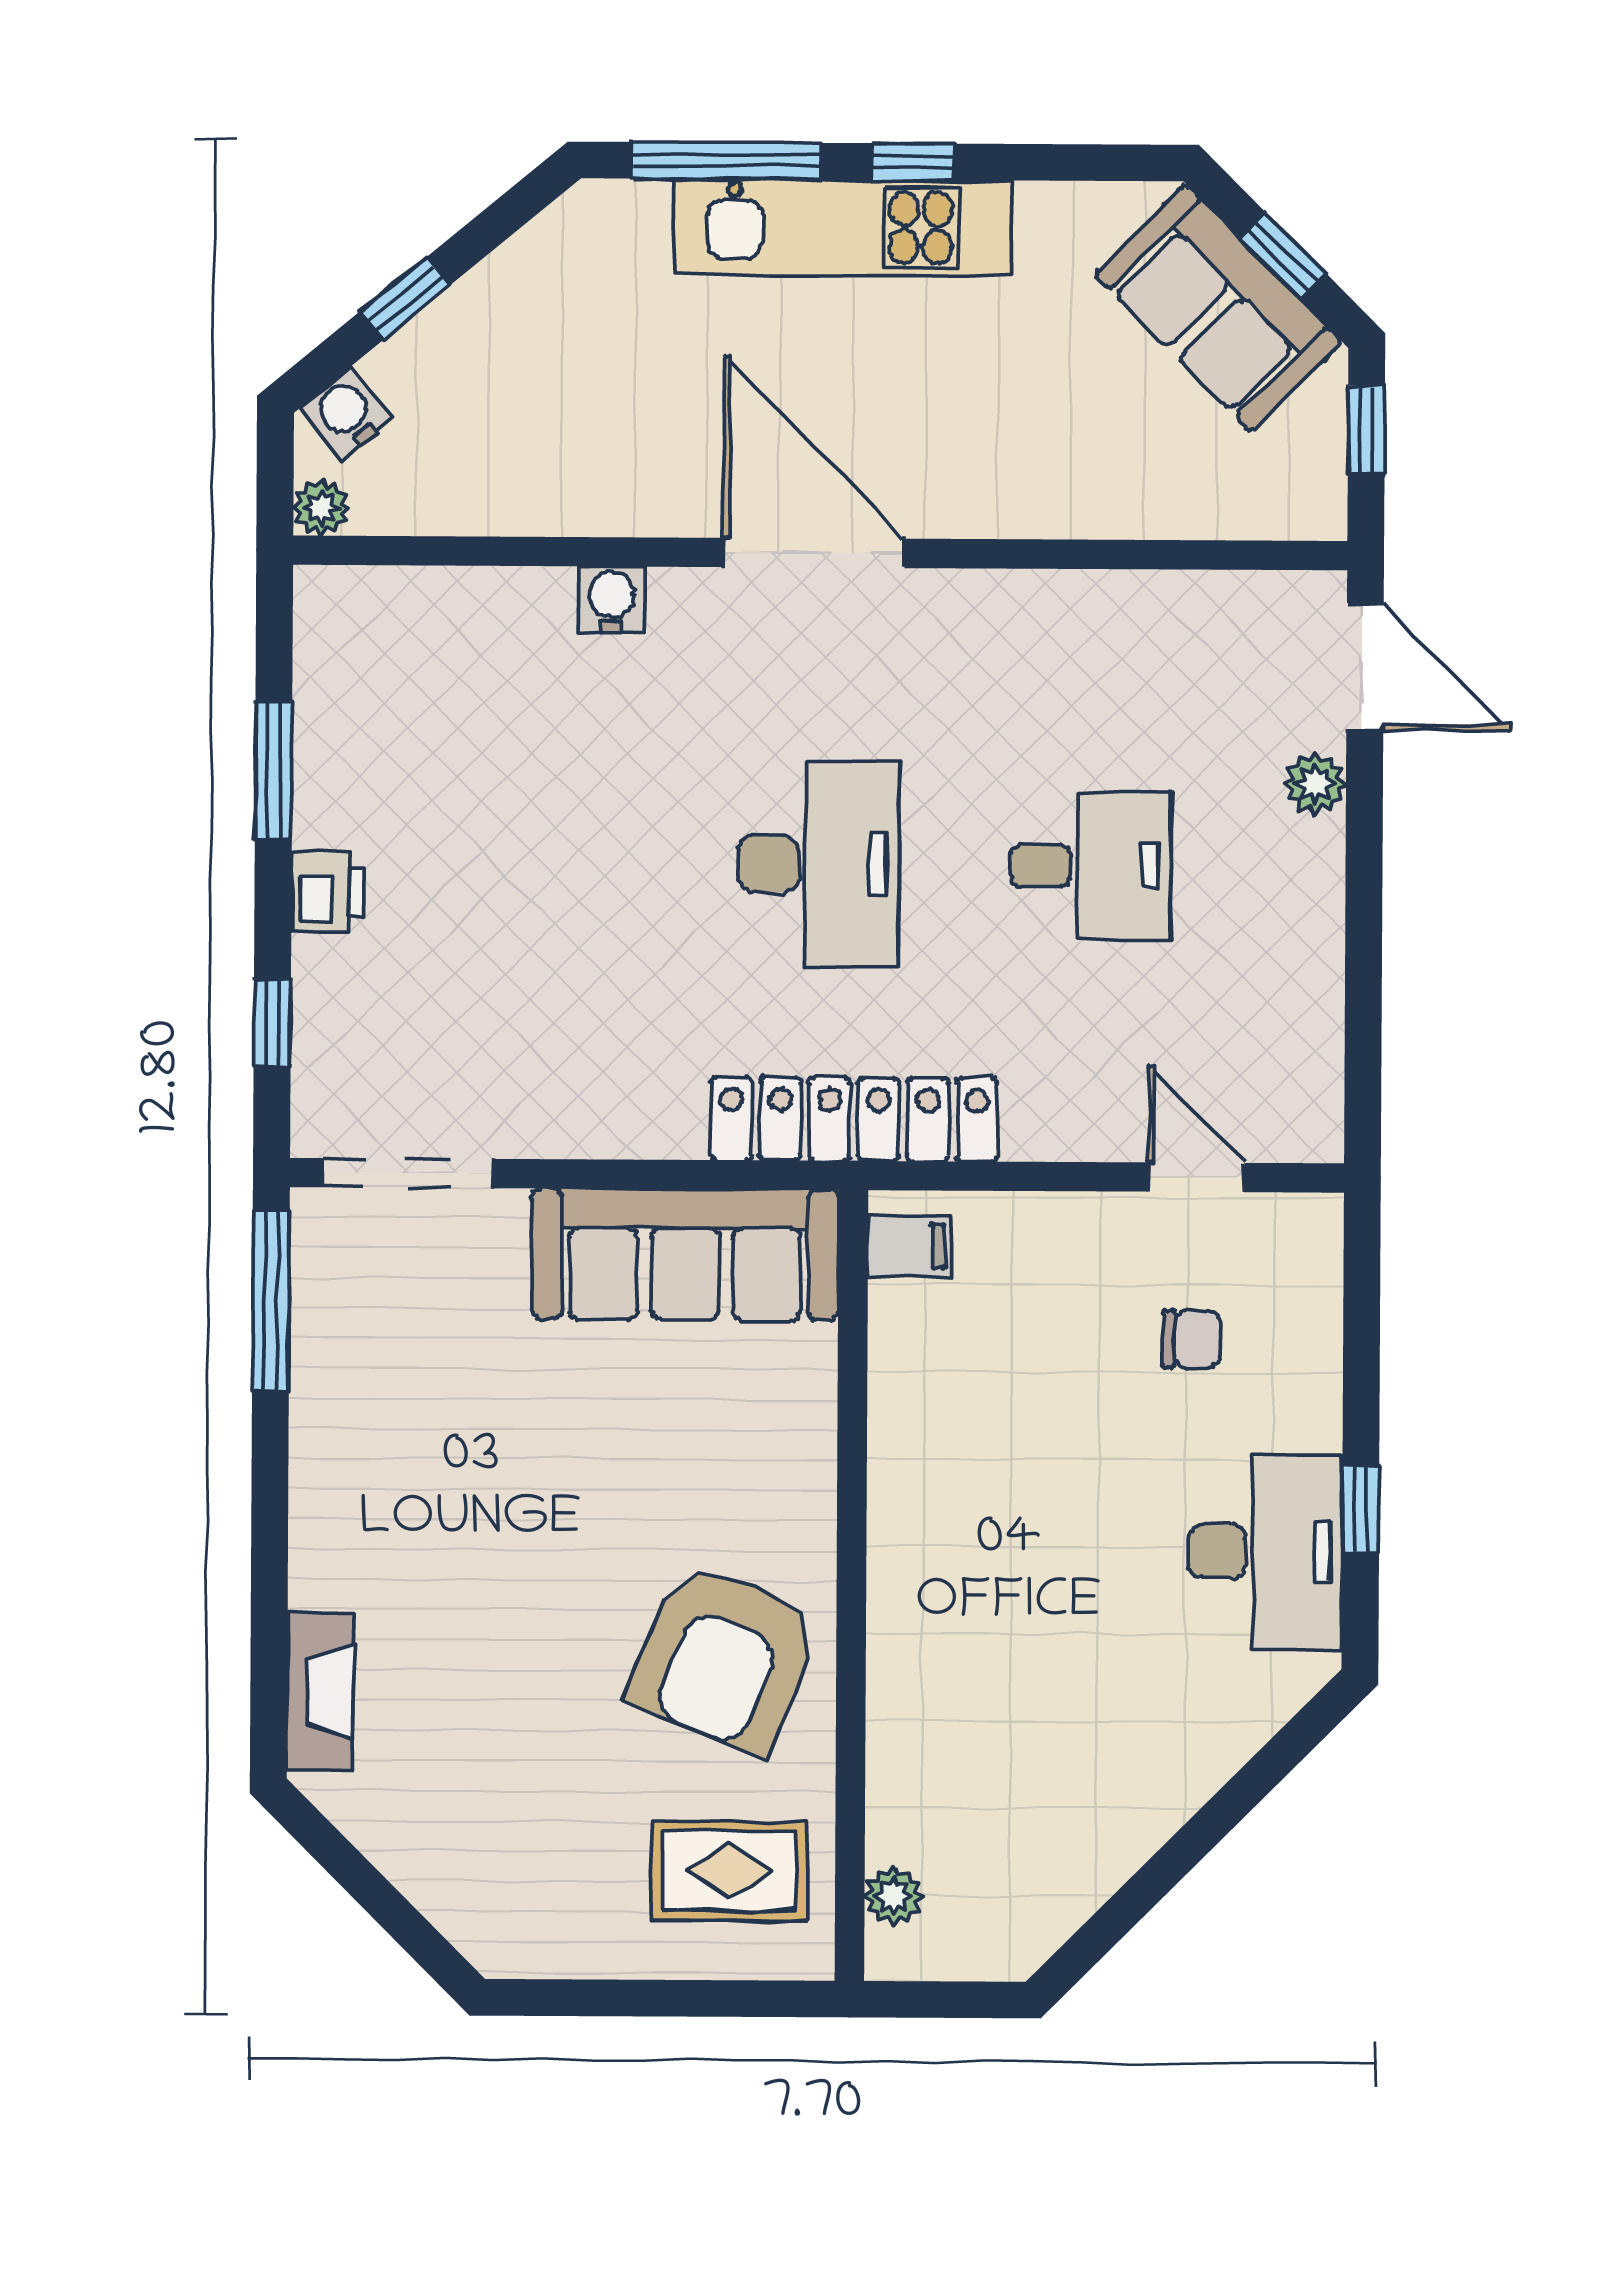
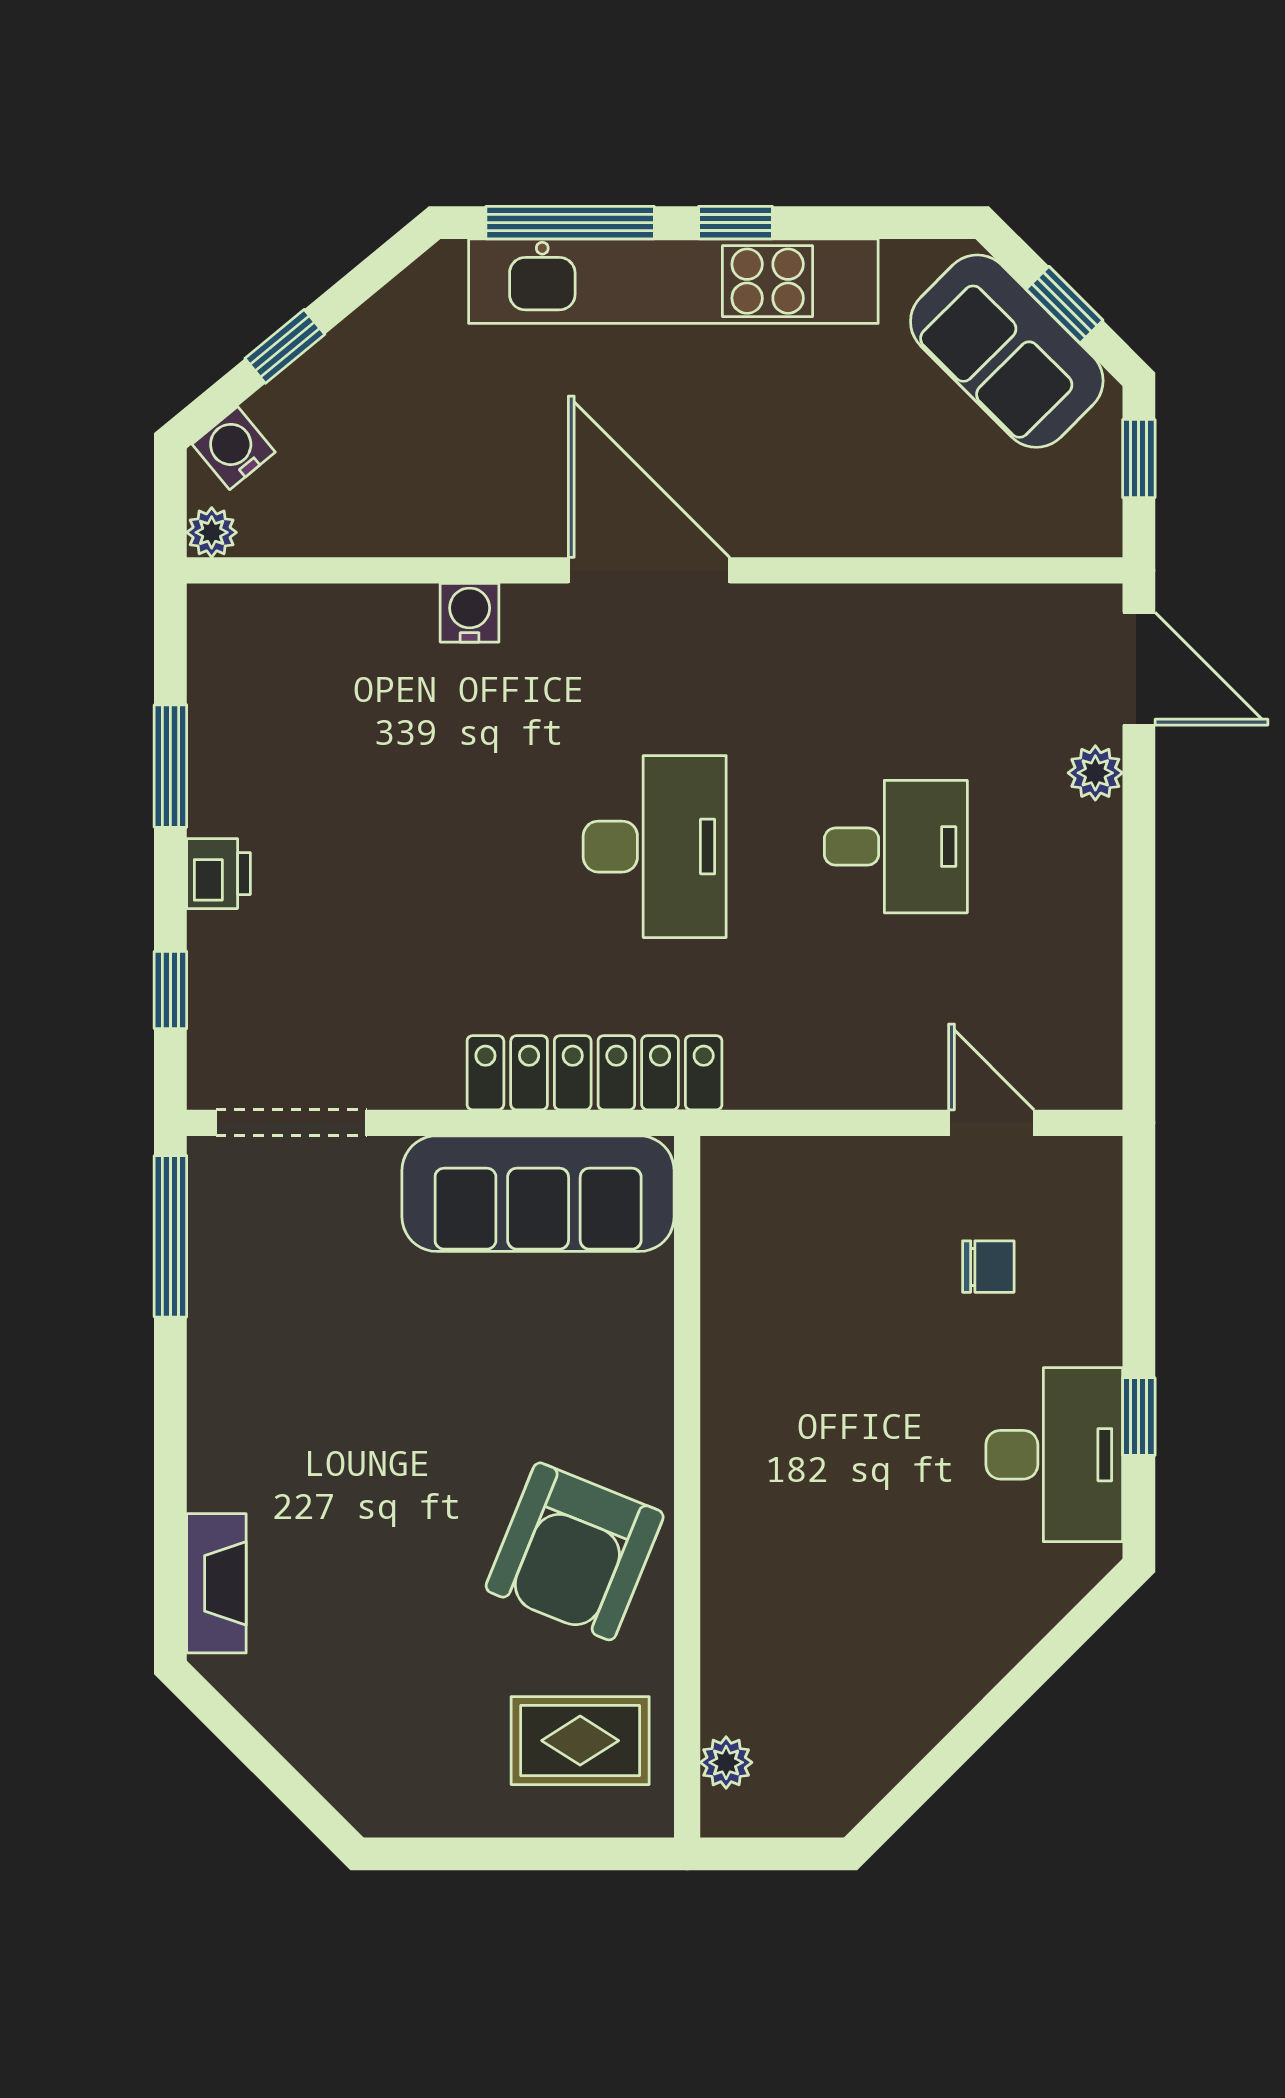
kitchen unit: (843, 227) -> (673, 281), width x1.36
locker: (854, 1119) -> (595, 1073), moved
filing cabinet: (909, 1246) -> (737, 1185), removed

